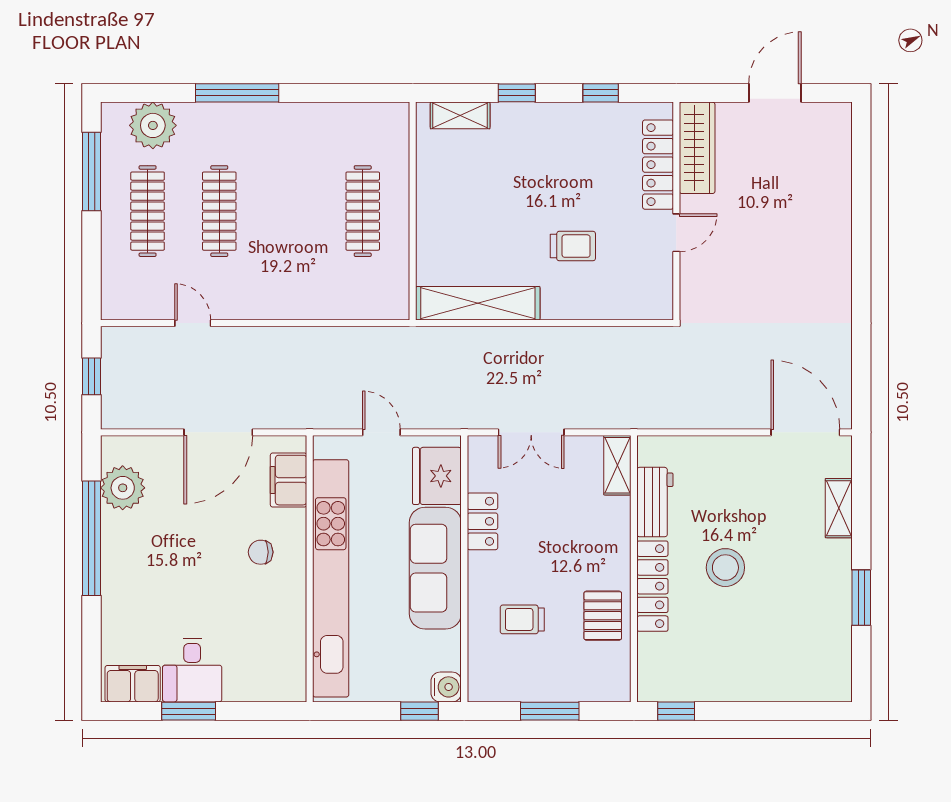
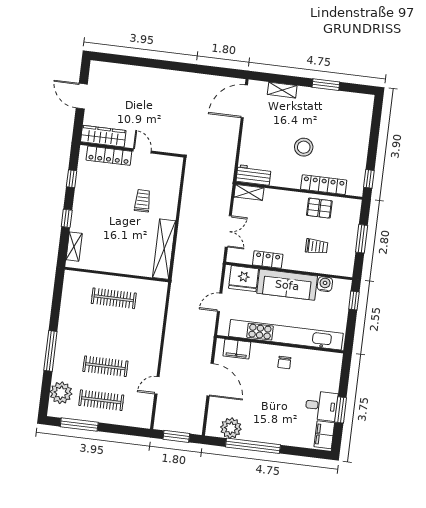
window: (91, 376) -> (176, 436), width x1.50
workbench: (655, 502) -> (253, 175), moved
chair: (261, 552) -> (284, 362), moved
locker: (652, 586) -> (324, 185), moved
trolley: (522, 619) -> (317, 246), turned -90
water cooler: (446, 687) -> (325, 284), moved

